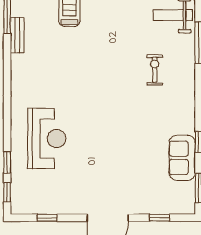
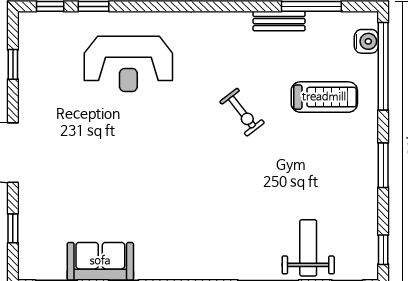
exercise bike: (155, 70) -> (242, 112), moved, turned 52

